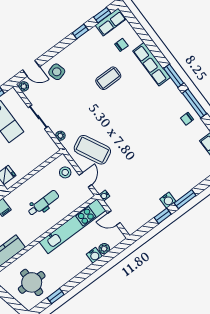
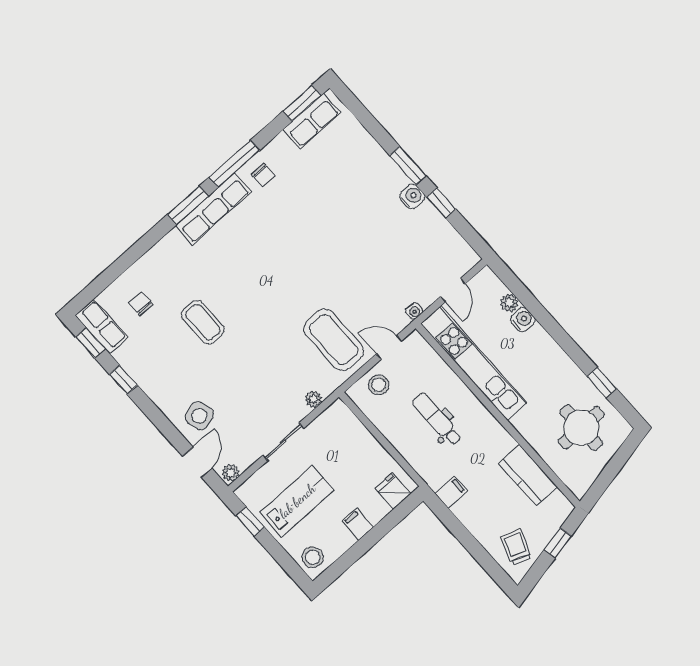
row of seats: (152, 64) -> (213, 209), moved
coffee table: (92, 150) -> (334, 340), turned -63

